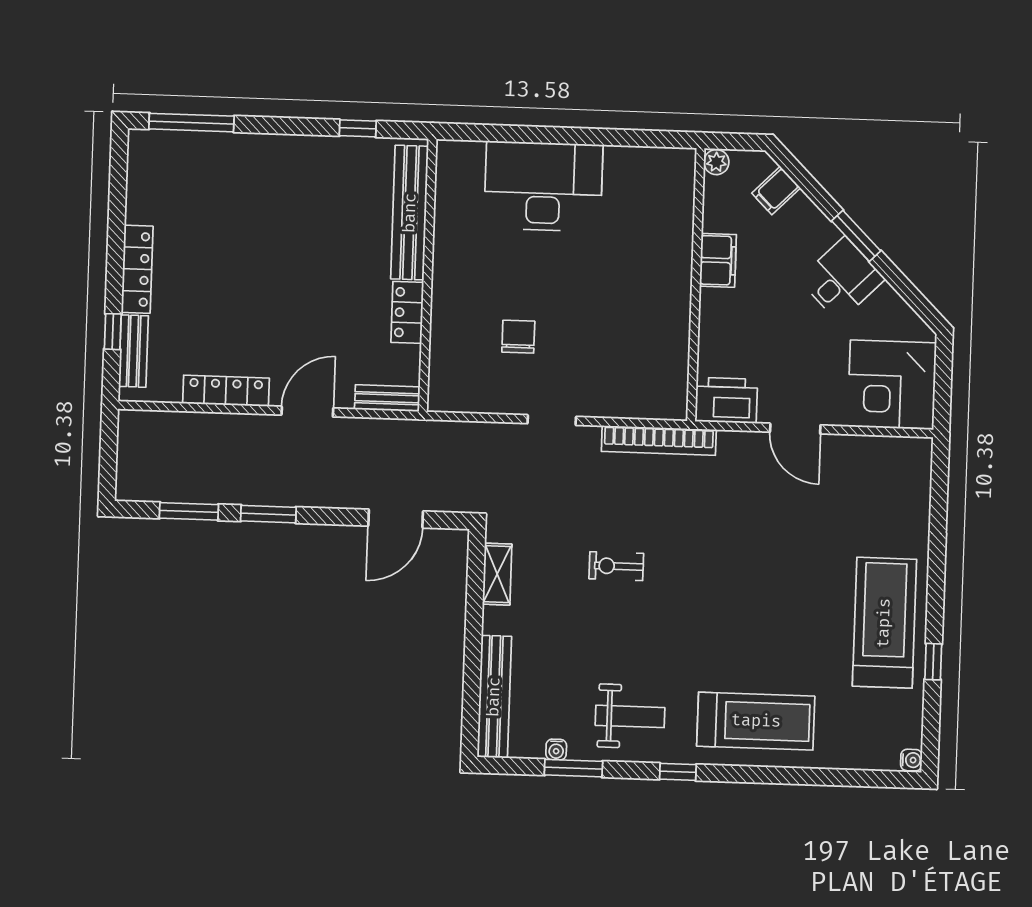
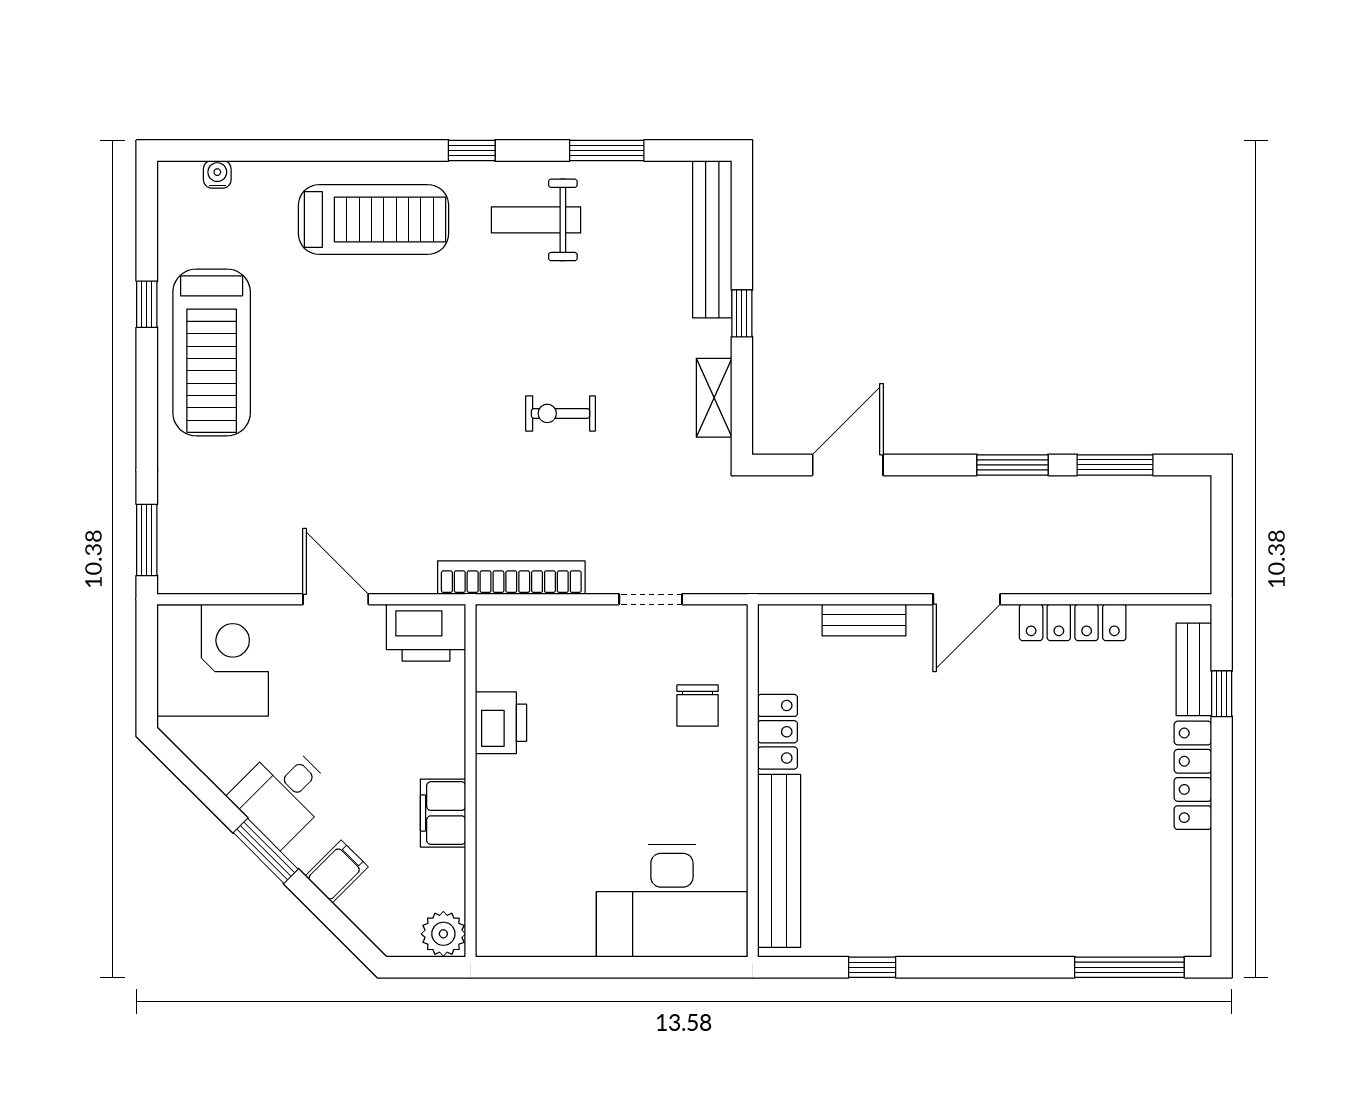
window: (358, 128) -> (872, 967), moved
plant: (716, 162) -> (443, 934), width x1.38, depth x1.38
filing cabinet: (776, 191) -> (337, 871), moved
bench: (410, 213) -> (779, 861), moved
wall: (428, 275) -> (753, 781), moved
locker: (407, 312) -> (778, 732), moved
printer: (671, 329) -> (501, 723), added
window: (940, 479) -> (147, 540), added
exercise bike: (616, 566) -> (560, 413), turned 180
window: (473, 639) -> (742, 313), added
treadmill: (756, 721) -> (373, 219), turned 180
water cooler: (556, 750) -> (630, 174), removed
water cooler: (911, 760) -> (217, 174), moved, turned 90

